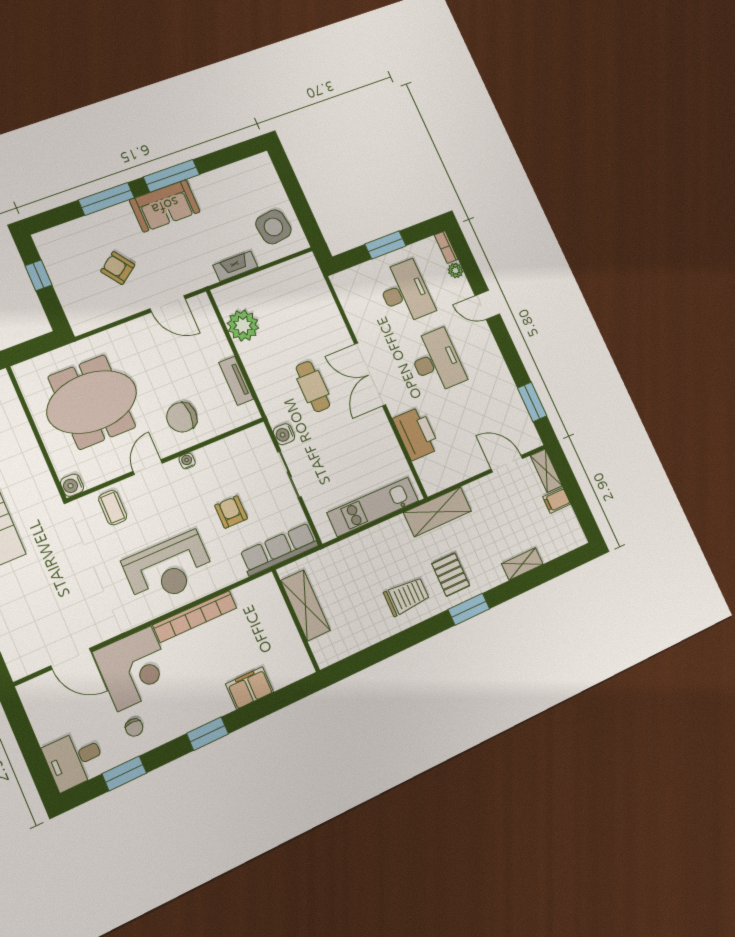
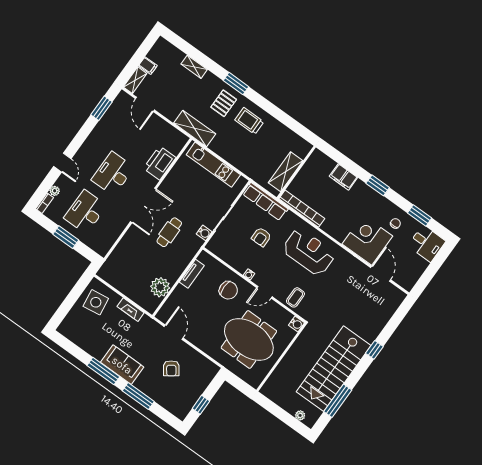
bookcase: (195, 616) -> (302, 209), moved

